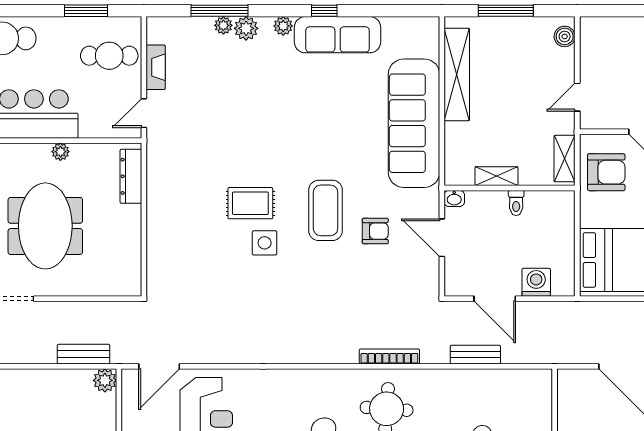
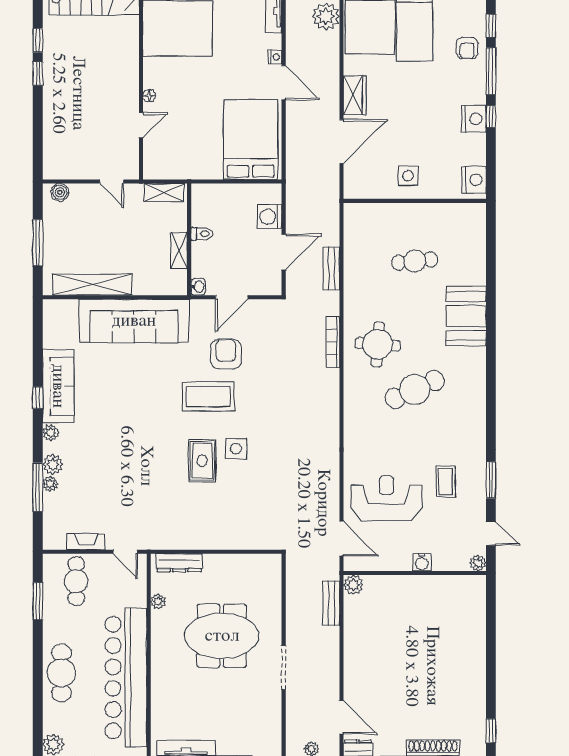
plant: (60, 152) -> (158, 602), moved
armchair: (606, 172) -> (176, 157), removed
armchair: (375, 231) -> (226, 354), width x1.38, depth x1.38

